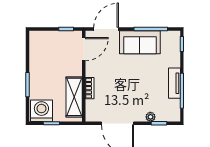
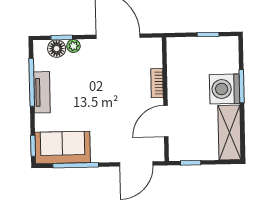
sofa: (140, 42) -> (63, 147), moved
door: (84, 49) -> (166, 121), moved
shelving: (74, 97) -> (229, 132), moved
washing machine: (41, 111) -> (225, 89), moved, turned 90
floor lamp: (163, 115) -> (57, 49), added

